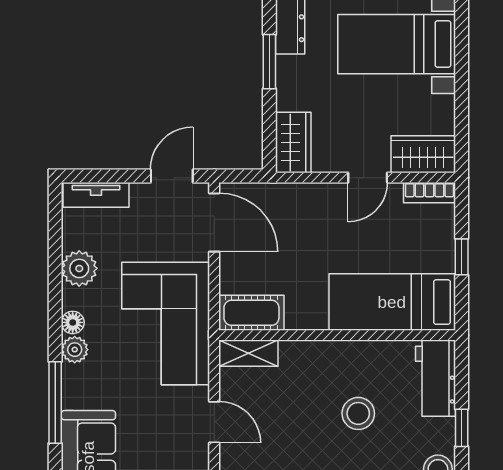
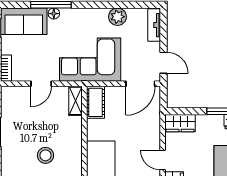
floor lamp: (73, 322) -> (54, 14), moved
plant: (75, 350) -> (77, 14), removed

